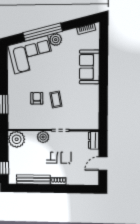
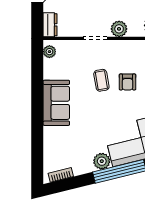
sofa: (89, 67) -> (56, 103), moved
plant: (94, 121) -> (49, 52), added

